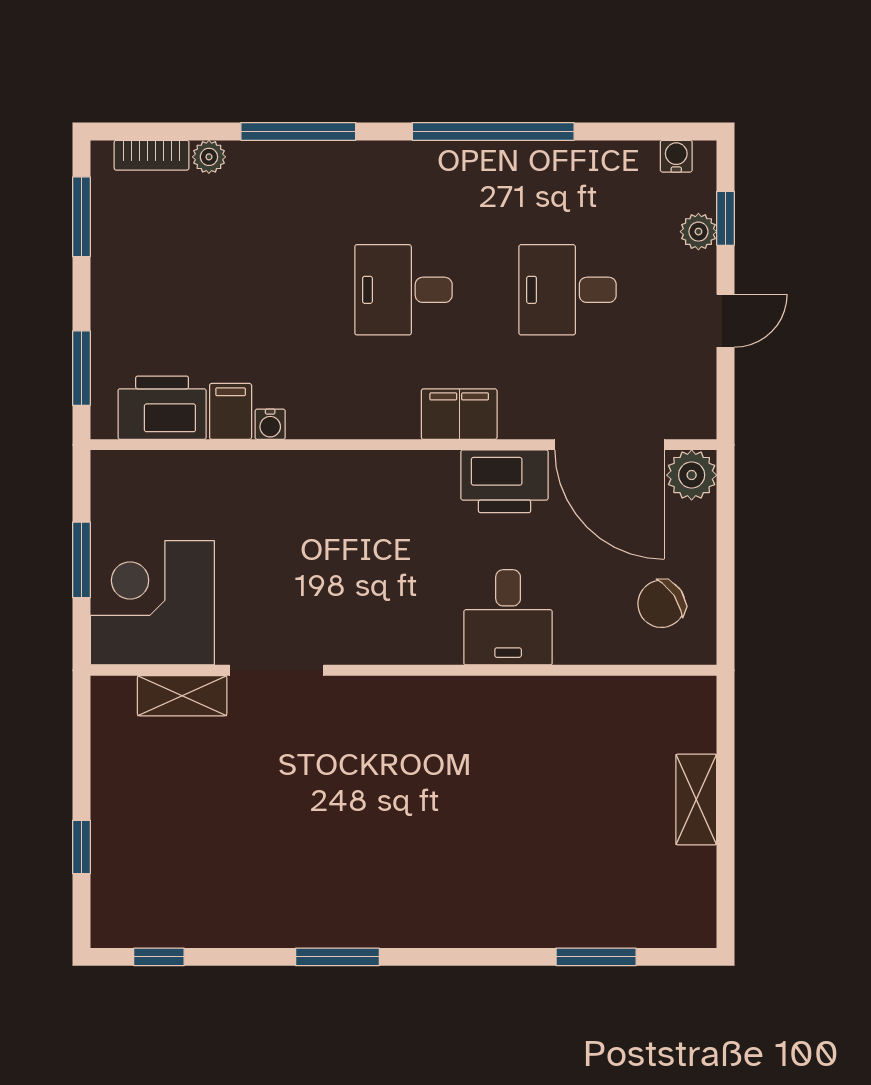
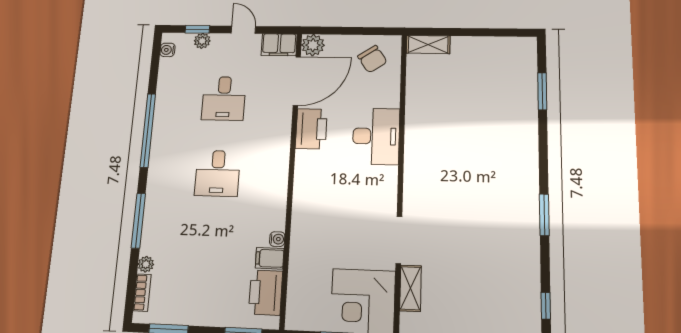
filing cabinet: (459, 414) -> (279, 45), moved, turned -90
desk: (508, 617) -> (376, 136), width x1.37
shelving: (696, 800) -> (428, 45), moved

